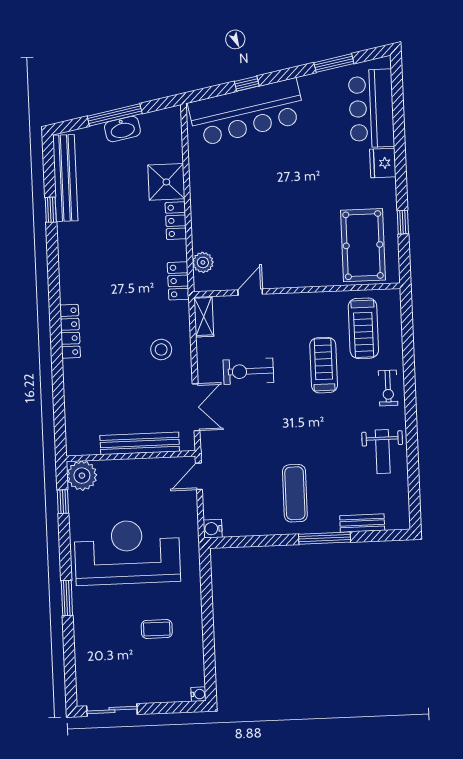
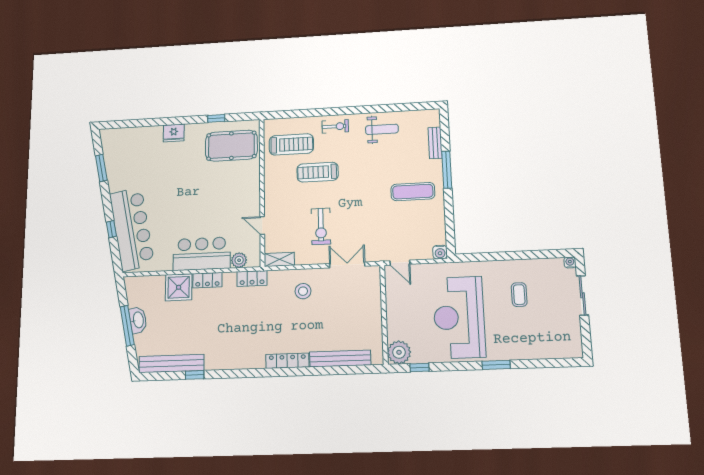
bar counter: (371, 108) -> (202, 254), moved, turned 180
bench: (140, 443) -> (340, 358), moved, turned 90
sliding door: (112, 710) -> (582, 295), moved

